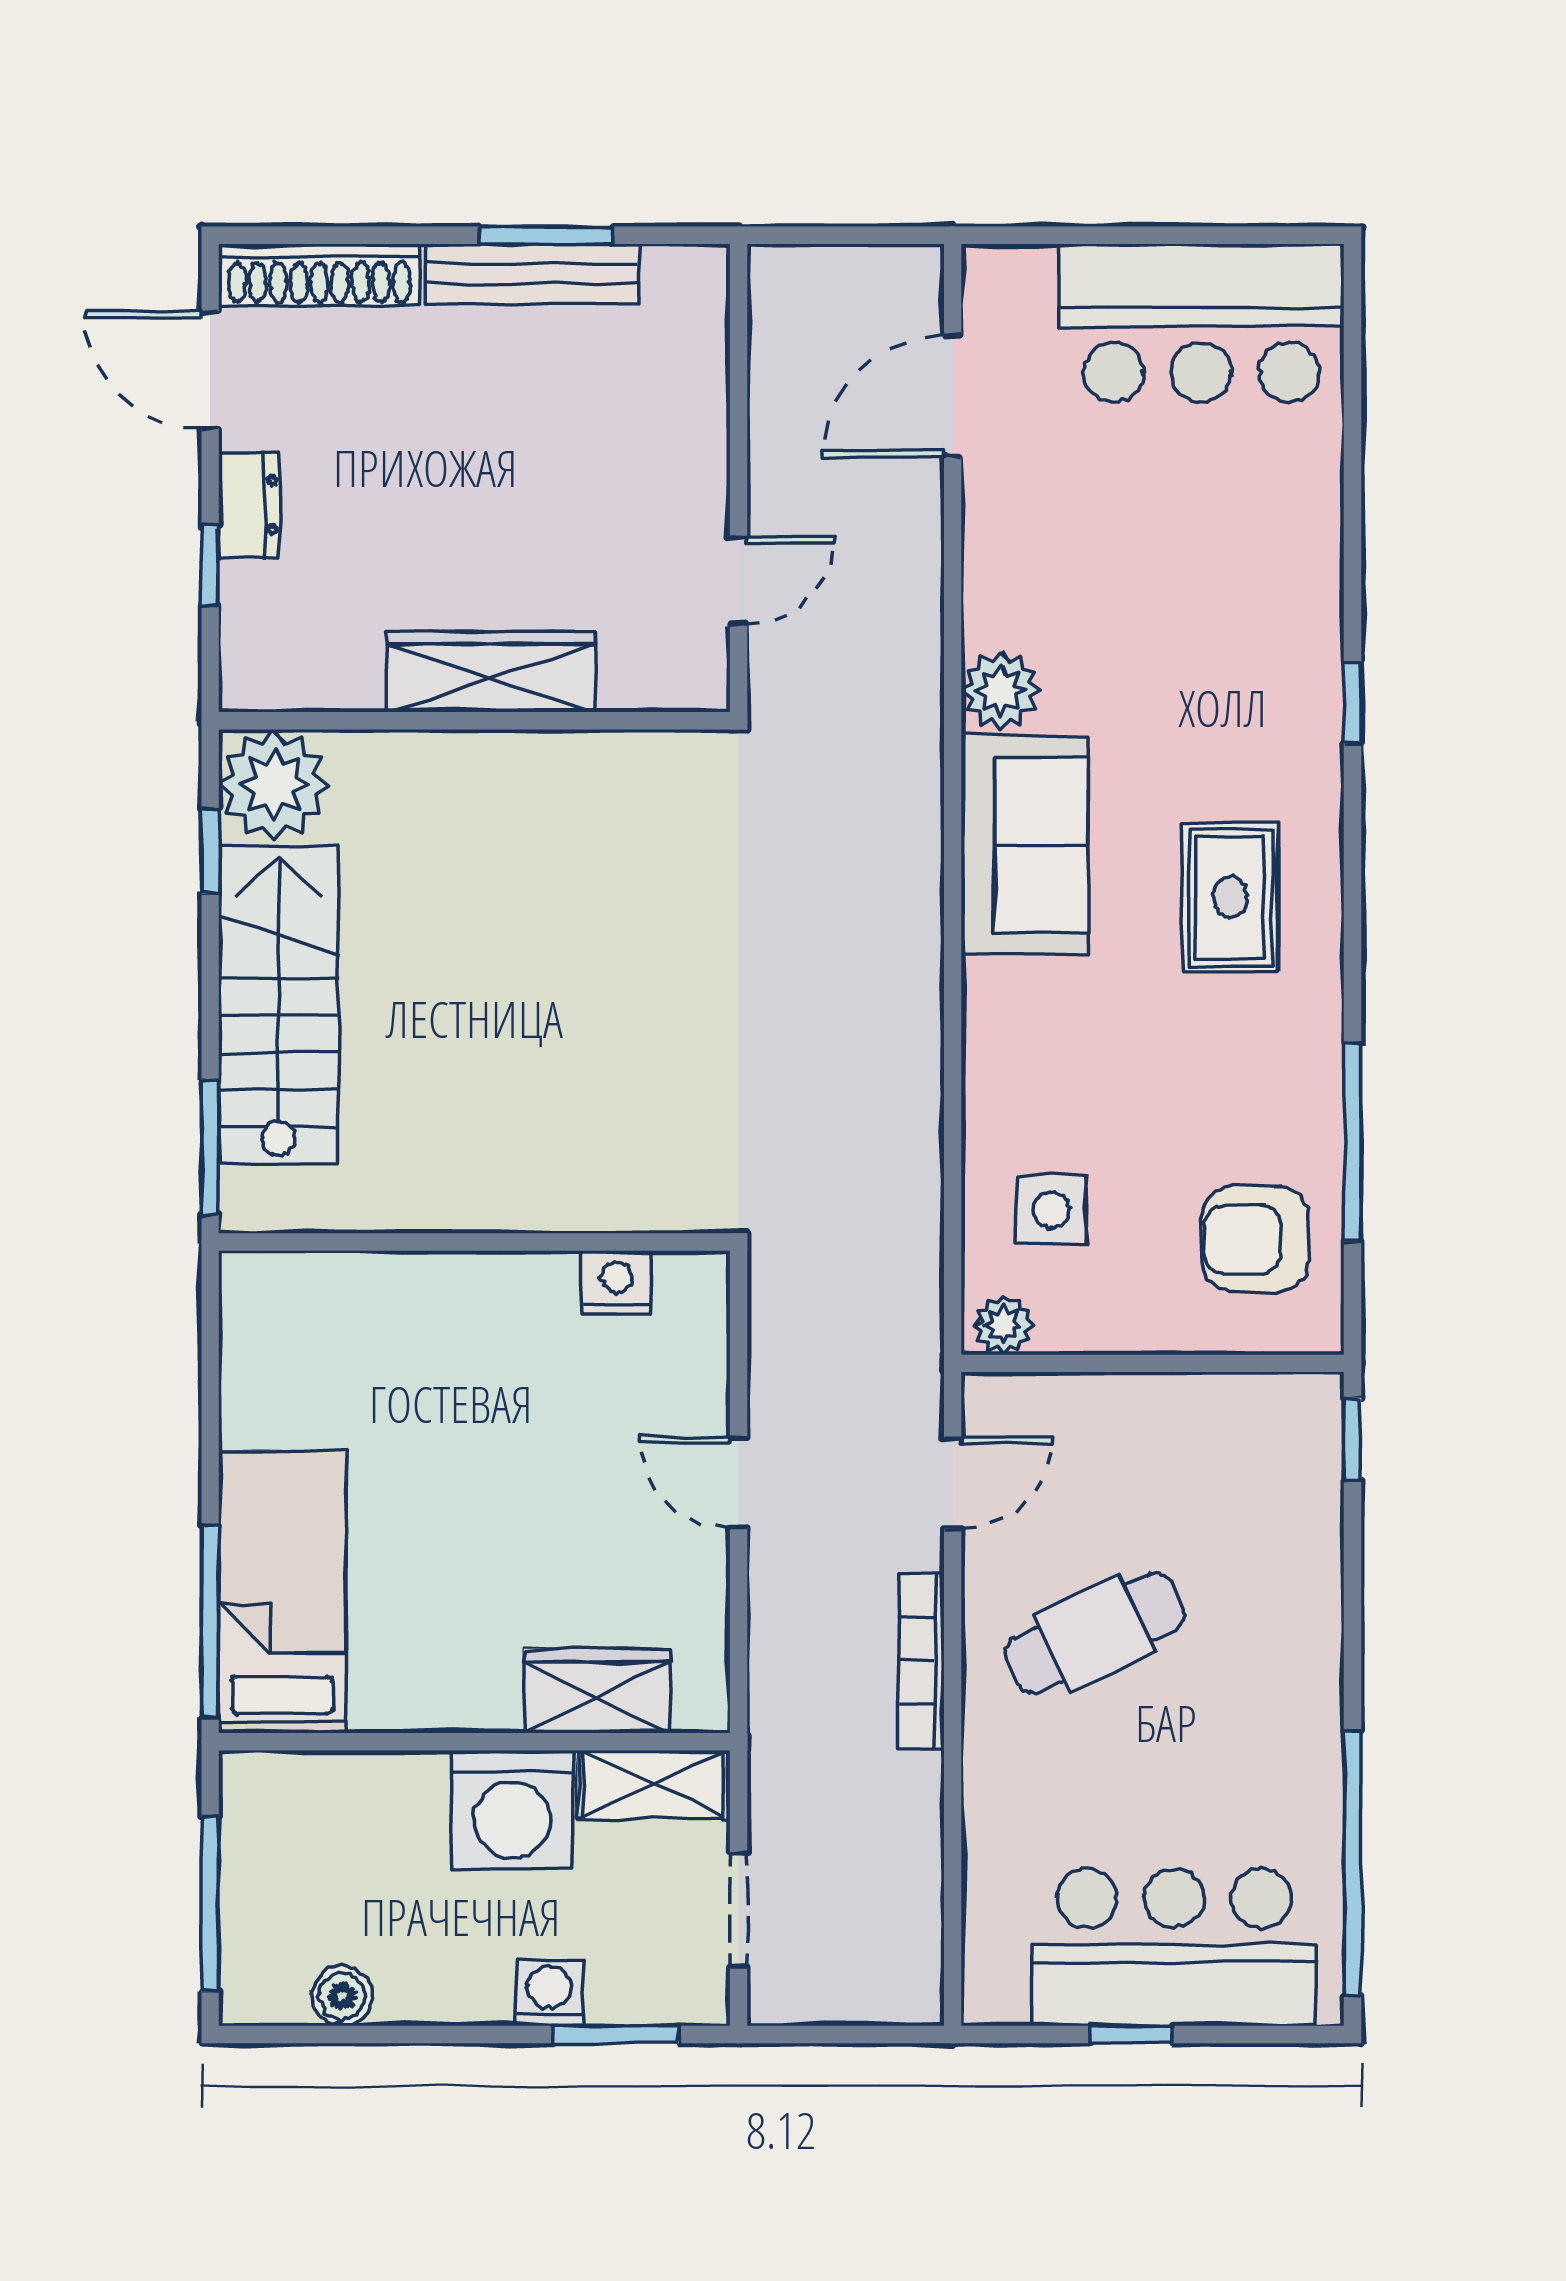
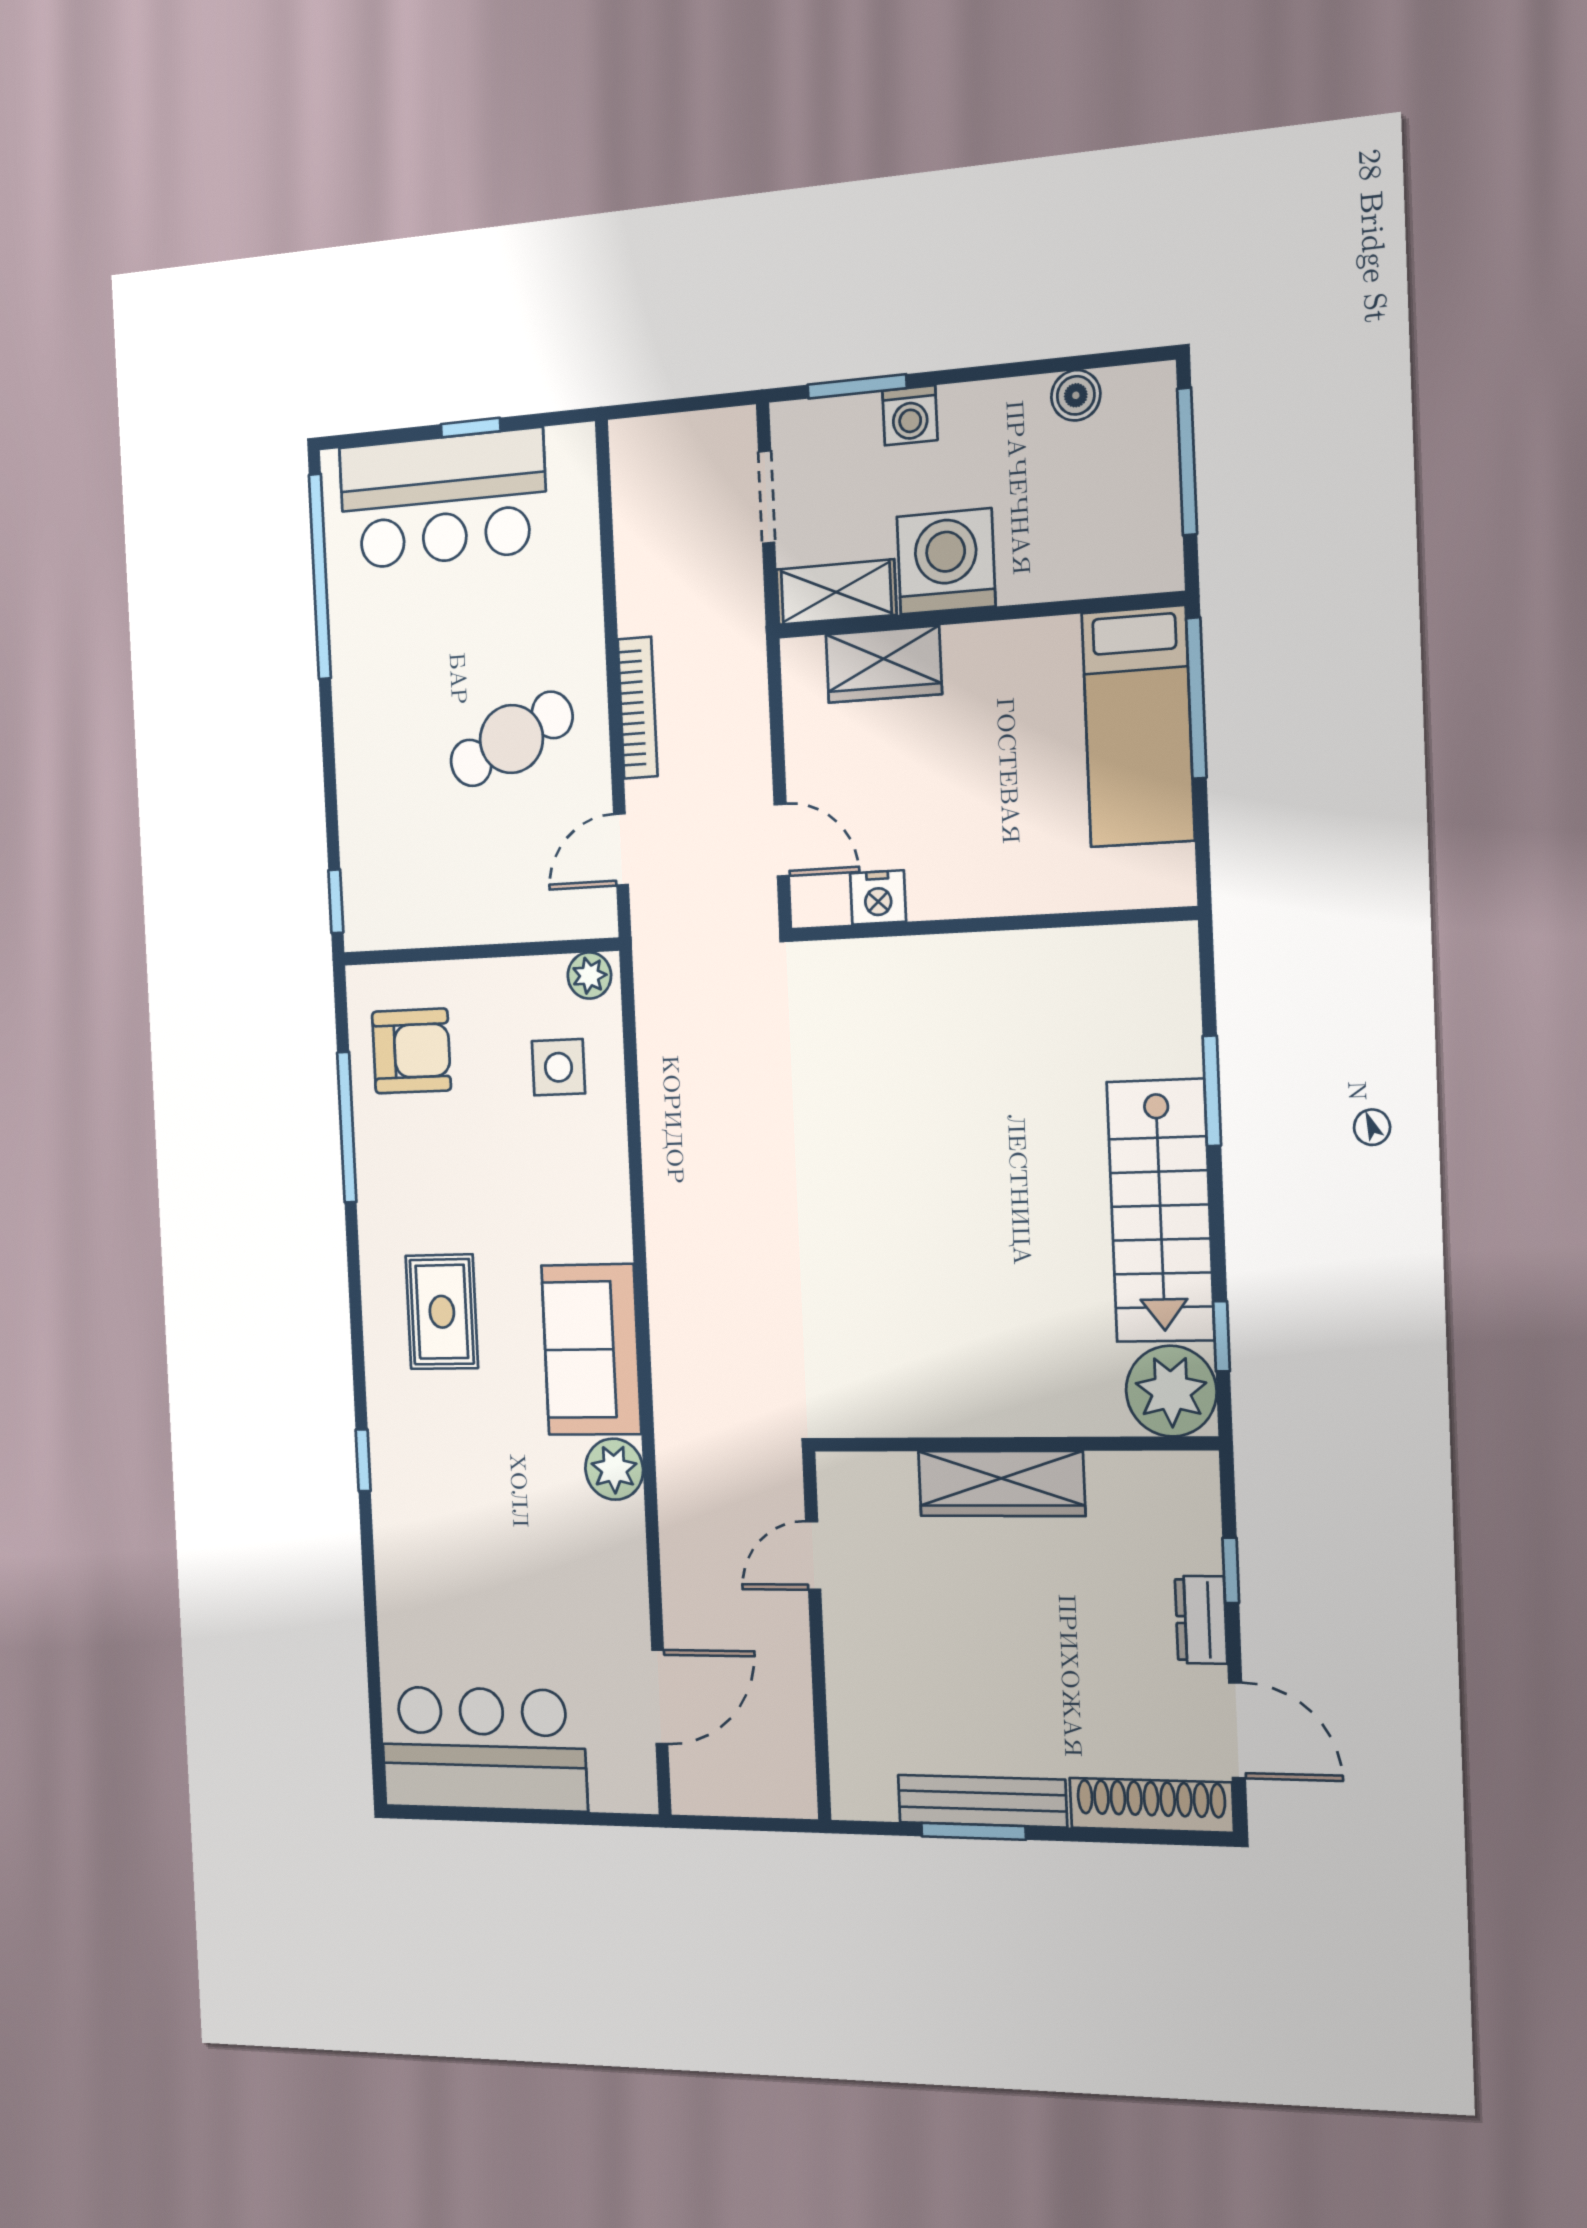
wall: (474, 1242) -> (991, 924), moved
nightstand: (617, 1282) -> (878, 897), moved

